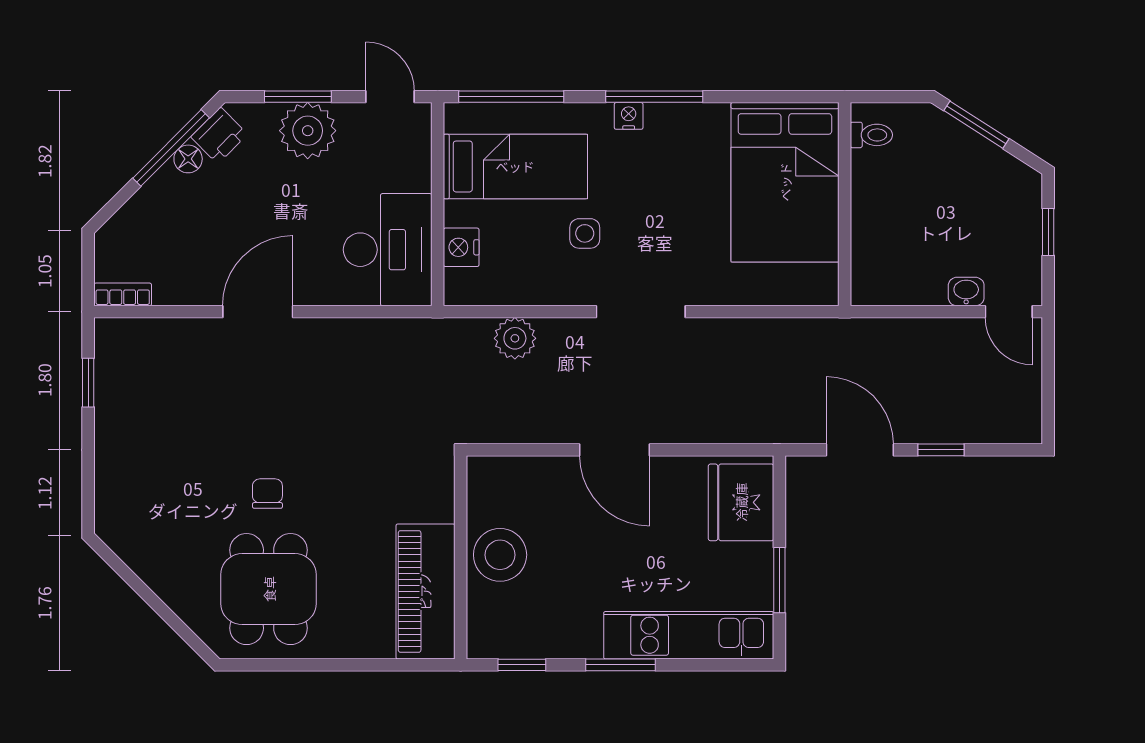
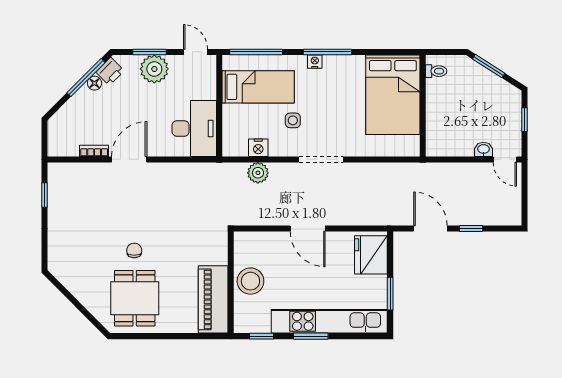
nightstand: (461, 247) -> (258, 148), moved, turned -90
bookcase: (123, 294) -> (94, 151), moved
kitchen unit: (689, 635) -> (329, 321), width x1.36

